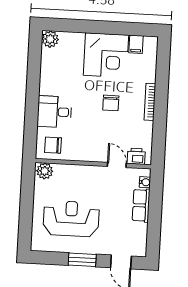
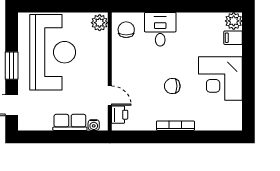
filing cabinet: (136, 44) -> (233, 38), moved
door: (117, 165) -> (110, 96), hinge flipped
reception desk: (71, 219) -> (53, 52), width x1.36, depth x1.30

